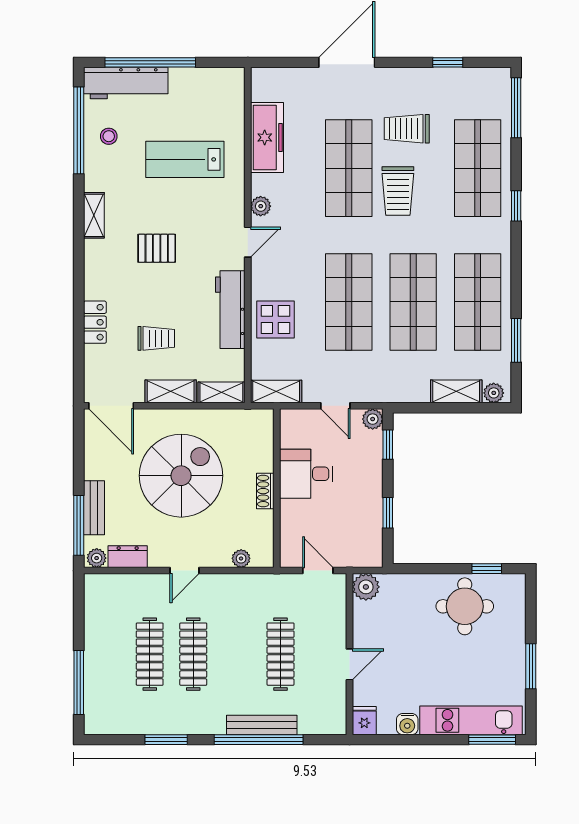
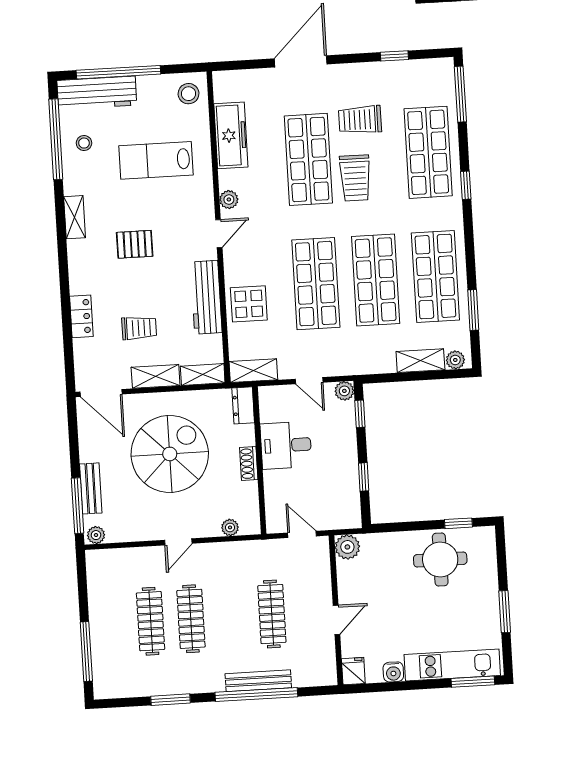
stool: (224, 90) -> (188, 94), added
dresser: (128, 557) -> (243, 405), moved, turned -90

